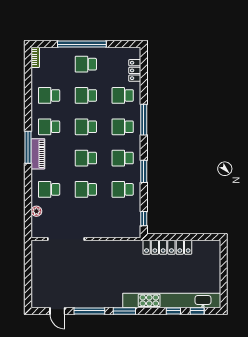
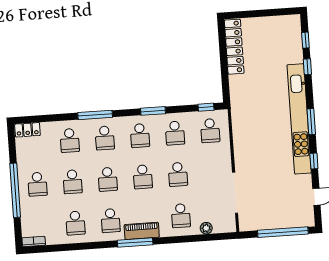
locker: (135, 70) -> (27, 130), moved
school desk: (123, 221) -> (210, 131), added
locker: (167, 247) -> (234, 47), moved
window: (28, 279) -> (283, 232), added
kitchen unit: (172, 300) -> (299, 119), moved
window: (89, 311) -> (314, 161), width x0.46

